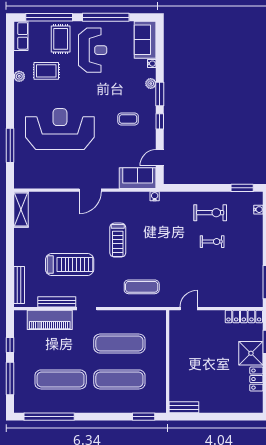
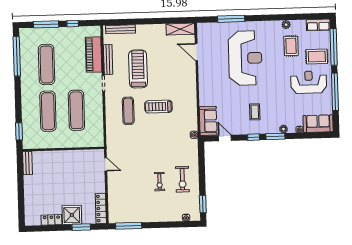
reception desk: (93, 50) -> (309, 82), turned 180
door: (90, 190) -> (196, 52), moved
treadmill: (70, 264) -> (138, 69), turned 180
exercise mat: (142, 287) -> (128, 111), moved

